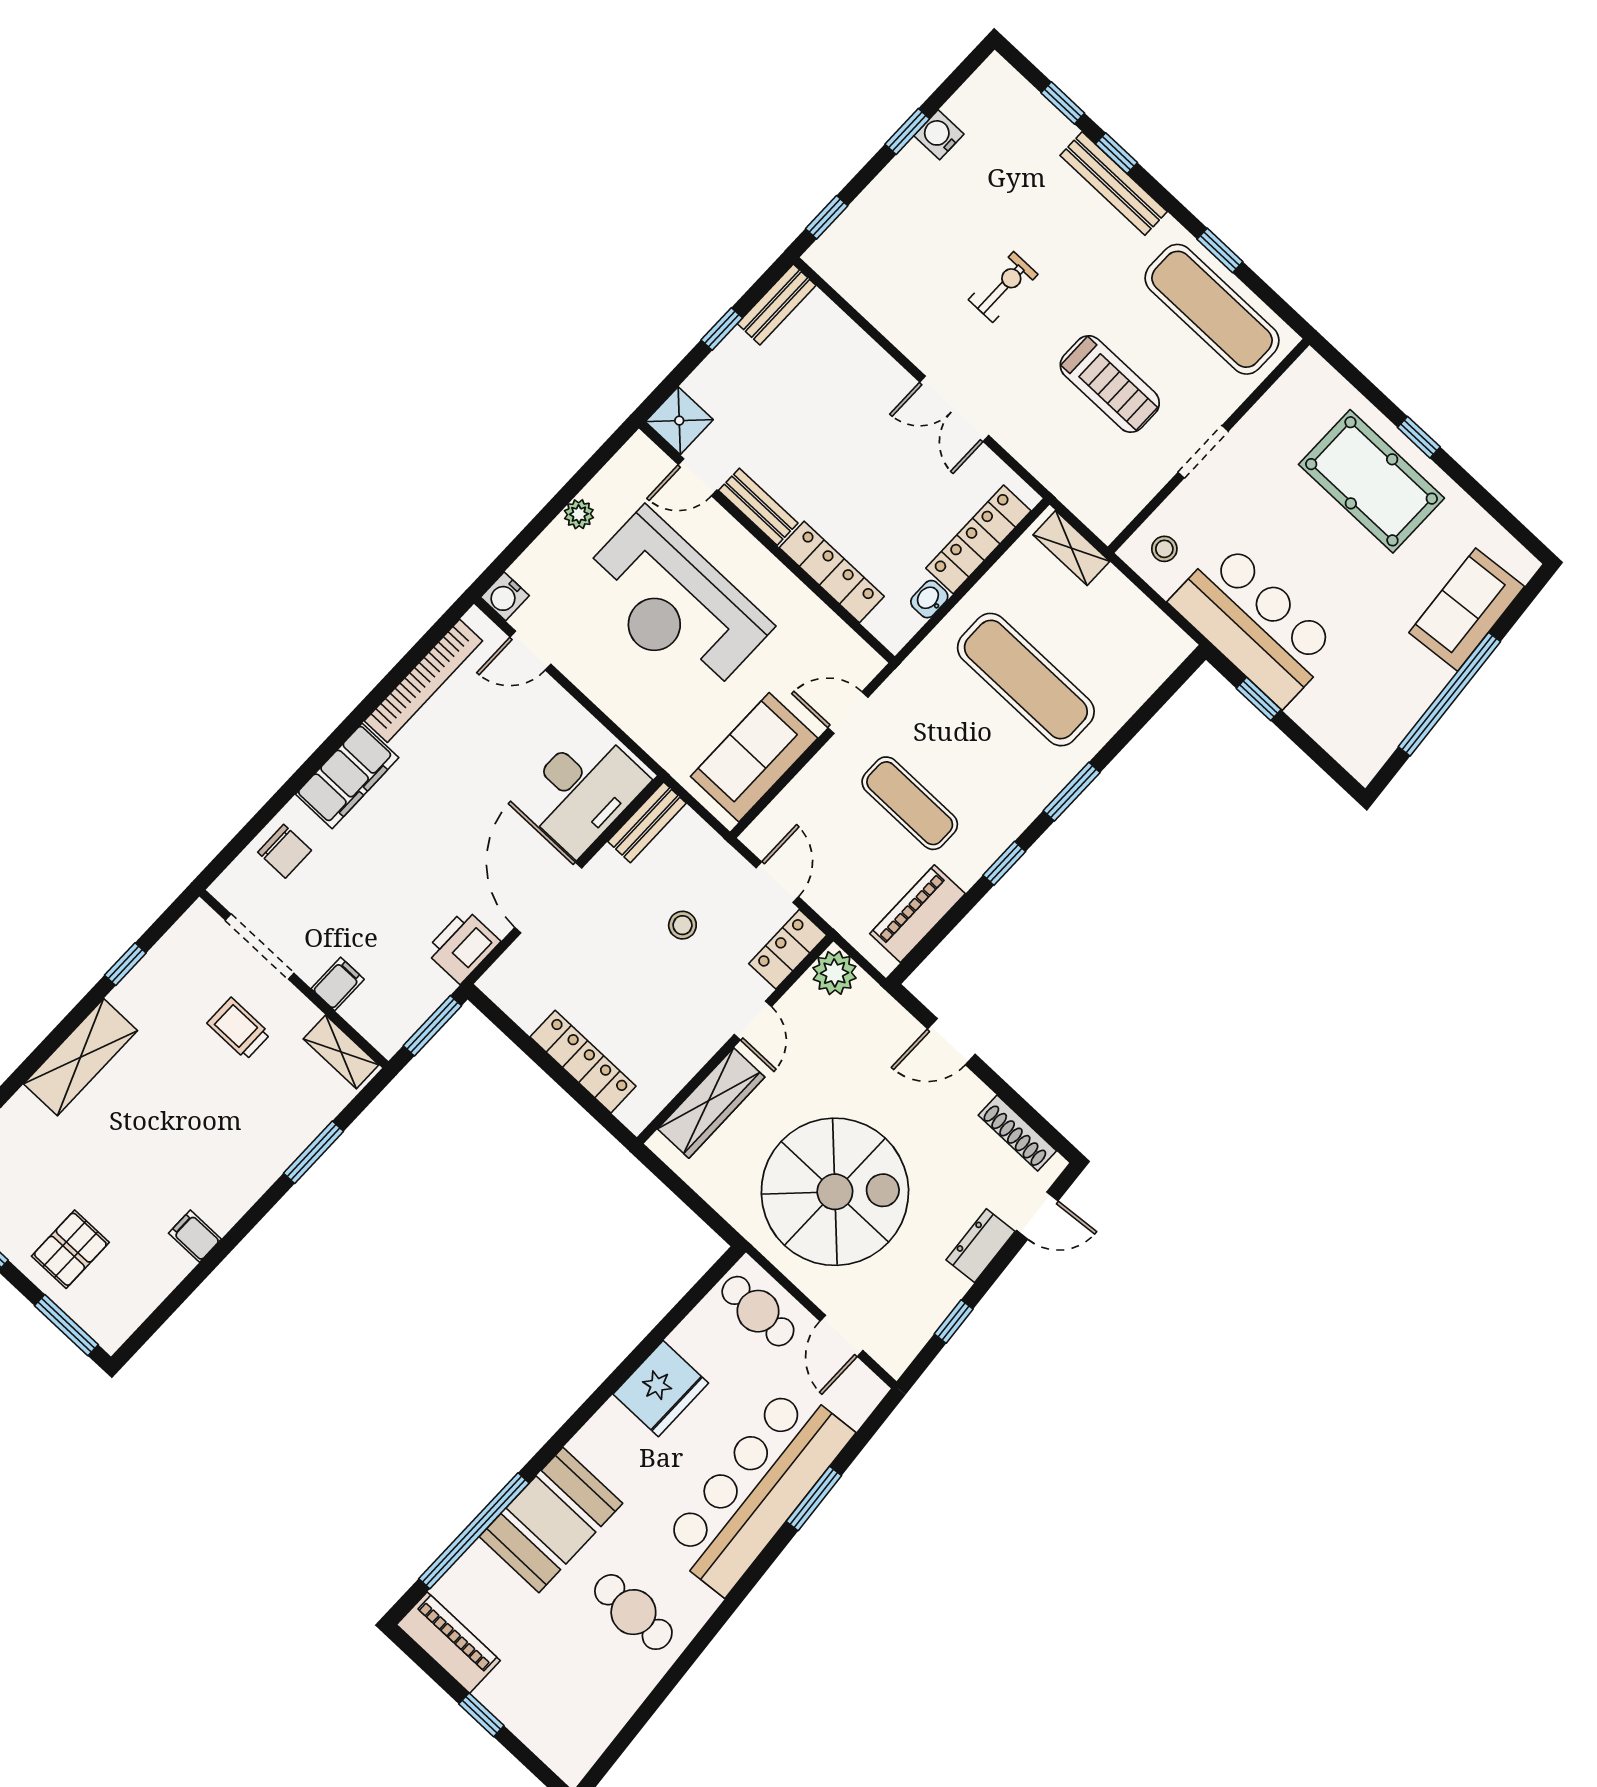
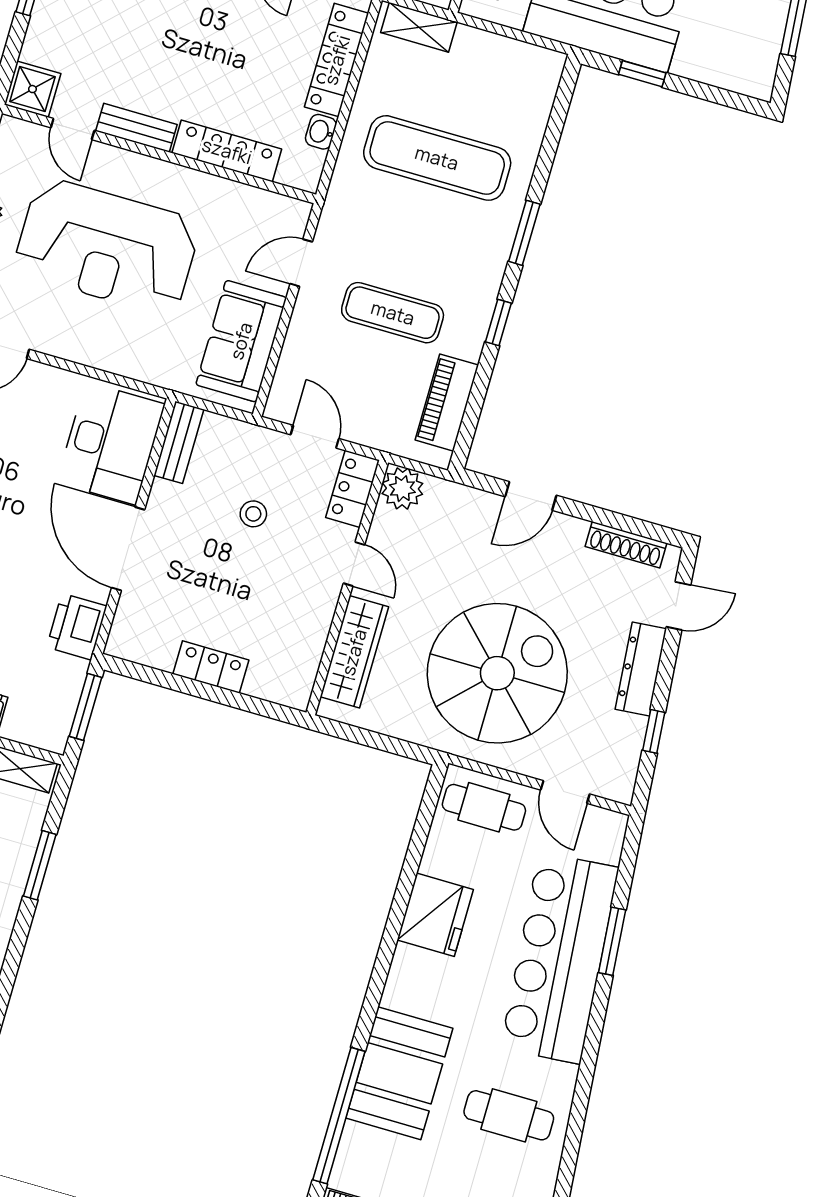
door: (698, 477) -> (73, 129), hinge flipped
locker: (583, 1062) -> (211, 667), width x0.66
dresser: (981, 1246) -> (641, 669), width x1.44

